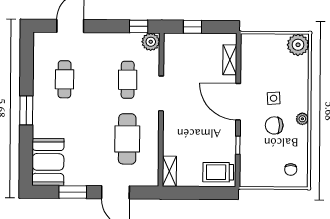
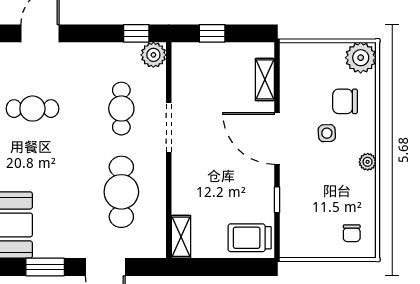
cafe table: (64, 79) -> (32, 109), turned 90
chair: (274, 125) -> (345, 101), moved

